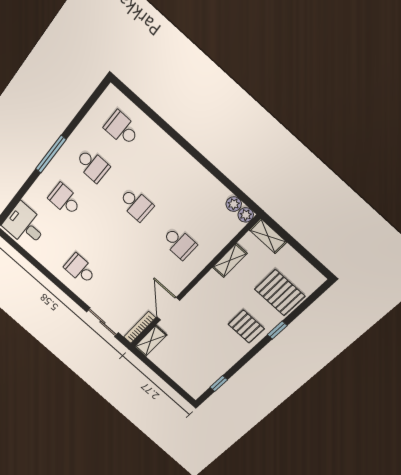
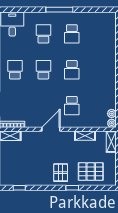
school desk: (122, 129) -> (43, 70), moved
pallet: (280, 293) -> (91, 172), turned 90
door: (168, 309) -> (51, 129), moved

